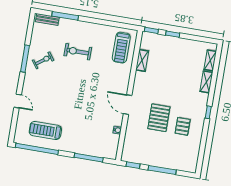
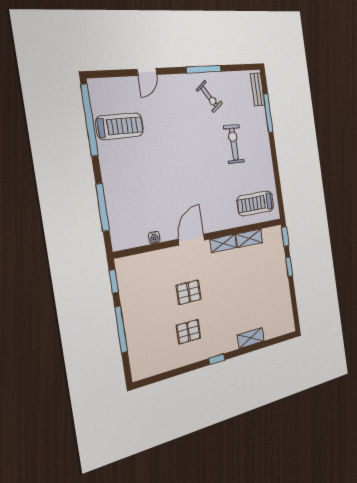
shelving: (210, 60) -> (223, 244), moved
pallet: (159, 118) -> (189, 292), width x0.67, depth x0.71
treadmill: (45, 131) -> (120, 126), turned 90

